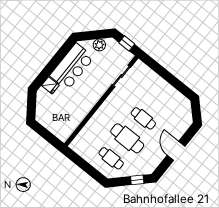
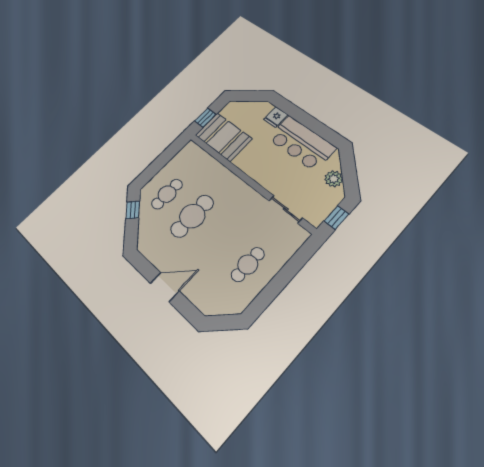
cafe table: (143, 118) -> (248, 264), moved
booth: (66, 122) -> (223, 137), added
window: (49, 137) -> (205, 118), added
window: (137, 180) -> (133, 210), moved

